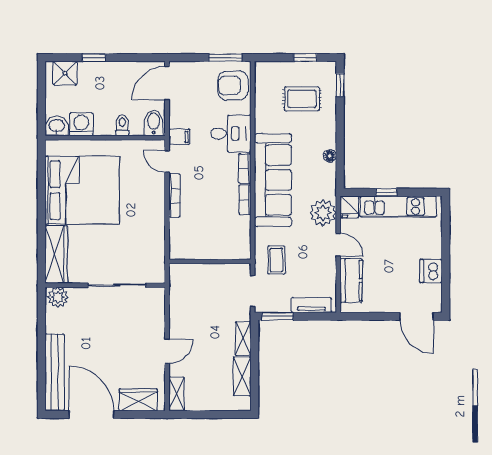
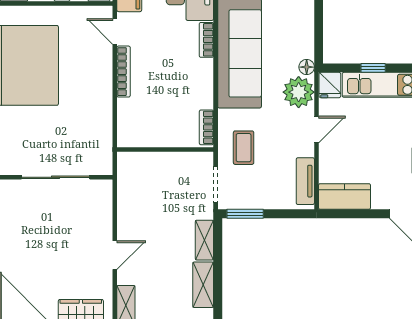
floor lamp: (330, 156) -> (307, 67), moved
bookcase: (245, 200) -> (206, 127), moved
door: (338, 245) -> (316, 130), hinge flipped
kitchen counter: (351, 280) -> (345, 197), moved, turned -90
tv unit: (311, 305) -> (305, 181), moved, turned -90

